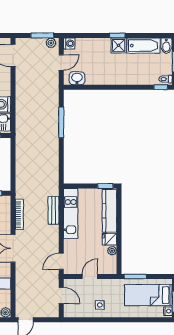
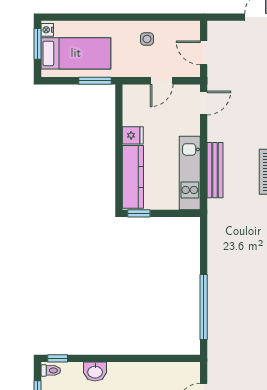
washbasin: (77, 78) -> (95, 372), moved
window: (61, 122) -> (204, 307), width x1.46
bench: (53, 210) -> (215, 170), width x1.36
plant: (112, 251) -> (129, 119), removed

